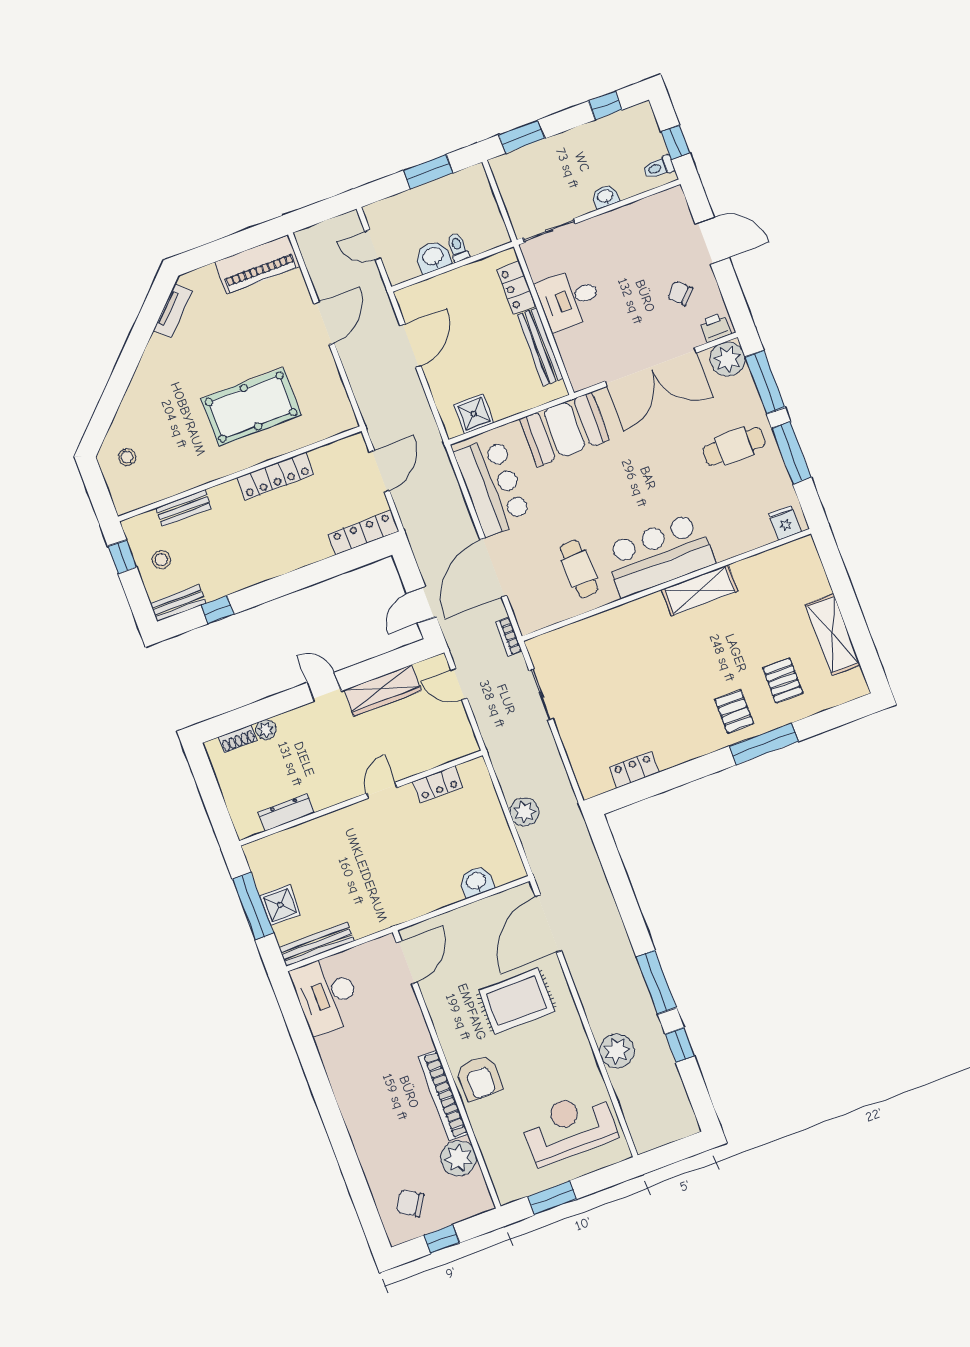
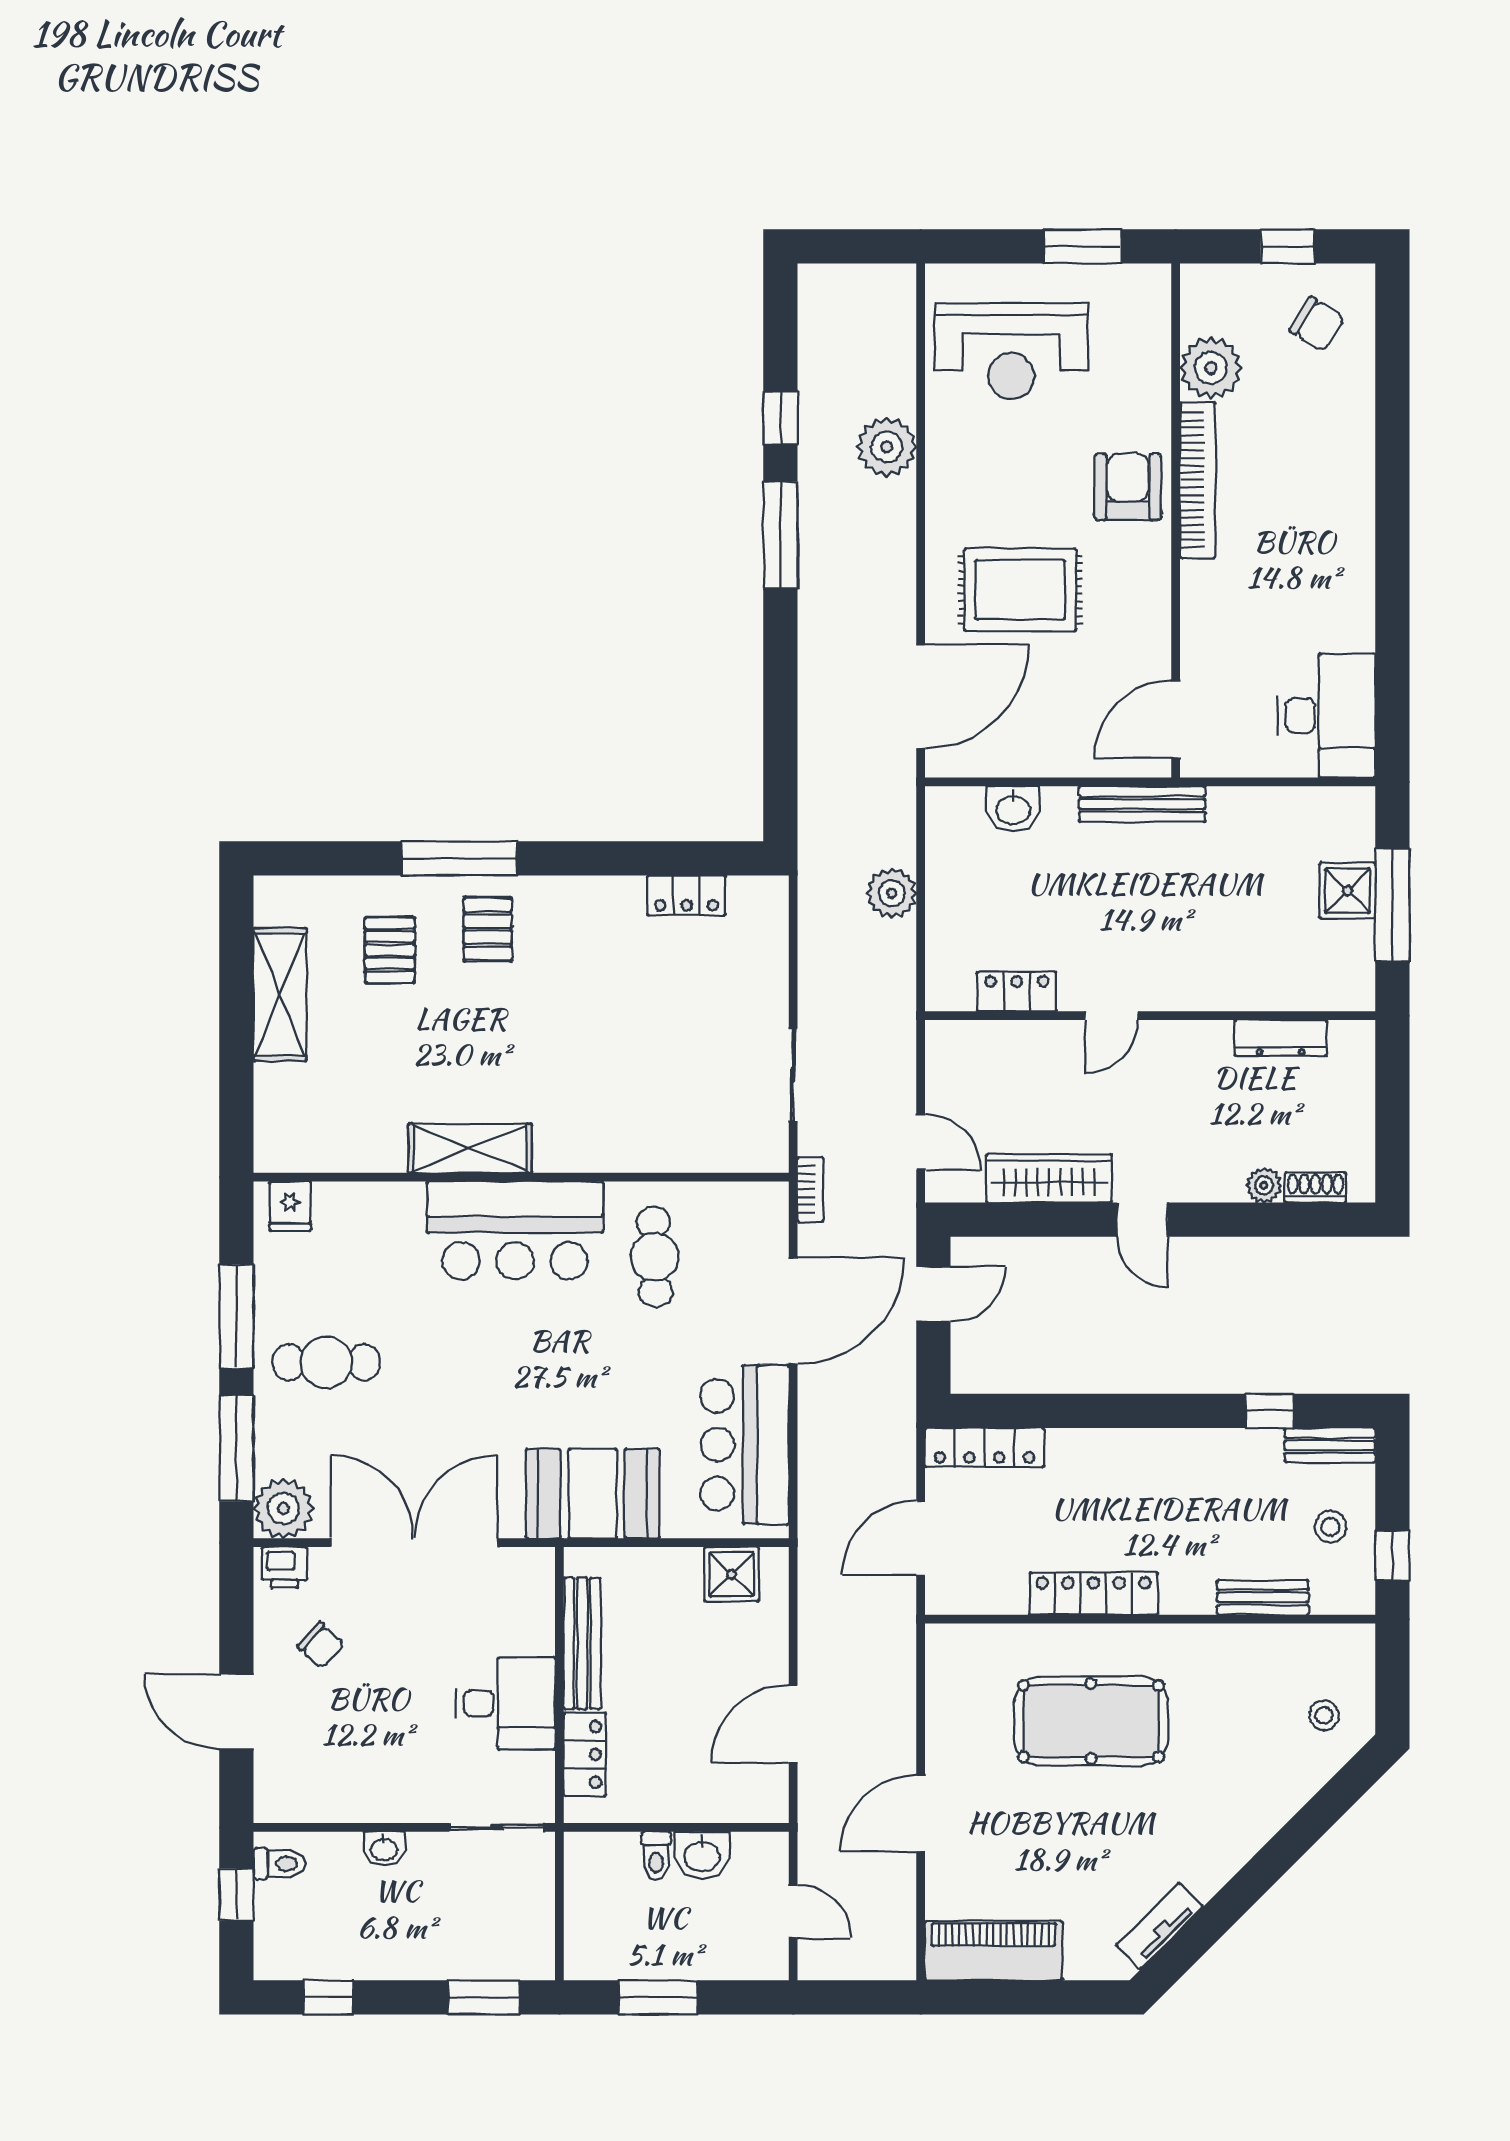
bench: (317, 944) -> (1142, 804), moved

